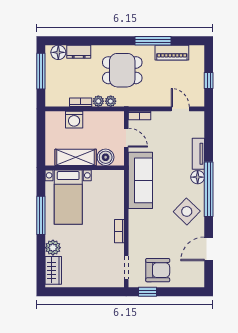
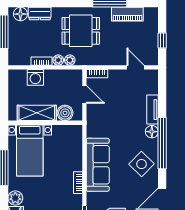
sofa: (140, 180) -> (98, 165), moved

